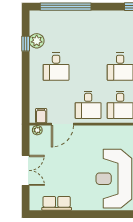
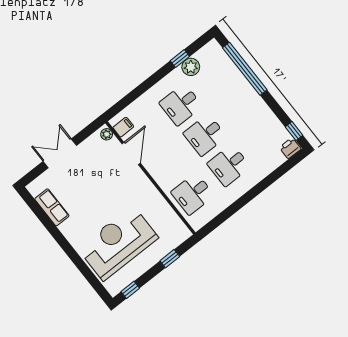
desk: (88, 105) -> (205, 135), moved
door: (62, 124) -> (131, 154), swing flipped
double door: (26, 170) -> (60, 153), swing flipped

